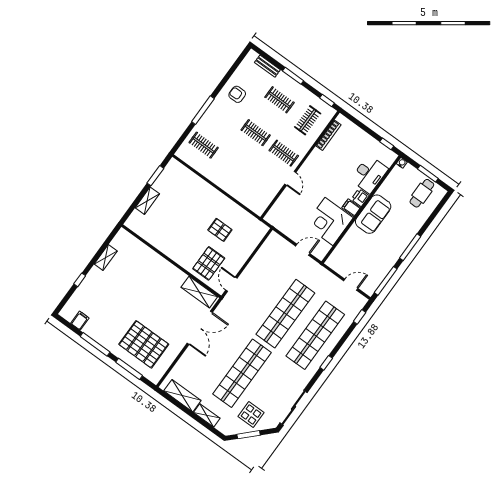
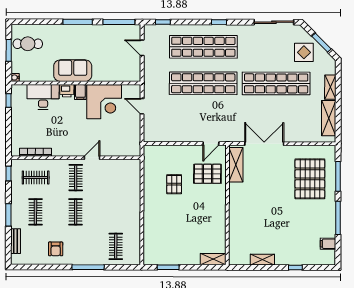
shelving: (147, 201) -> (213, 259), moved

